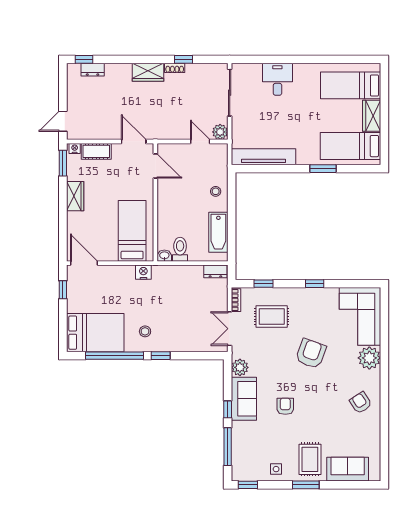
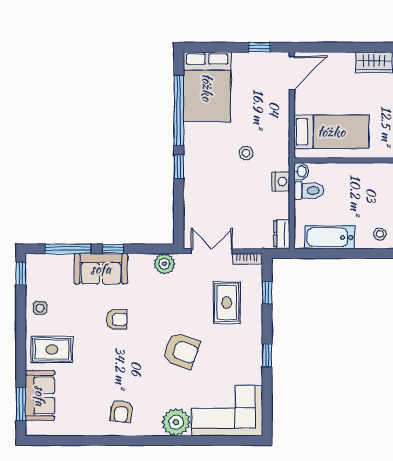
nightstand: (143, 272) -> (281, 182), moved
stool: (145, 331) -> (246, 153), moved
sofa: (244, 399) -> (101, 269), moved
armchair: (361, 403) -> (121, 411), turned 128
window: (306, 485) -> (21, 404), moved

